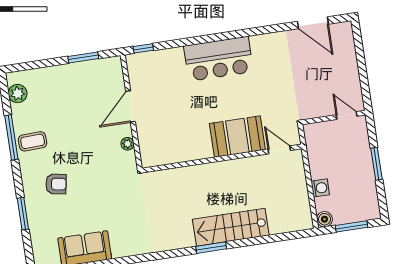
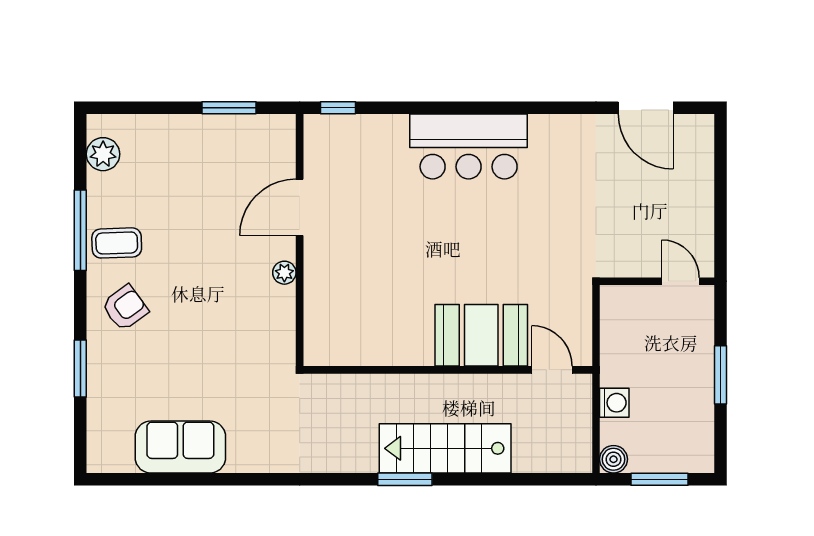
booth: (237, 137) -> (481, 335), moved
door: (279, 150) -> (552, 370), moved
wall: (222, 158) -> (448, 370), moved
armchair: (56, 184) -> (125, 308), moved, turned -46

